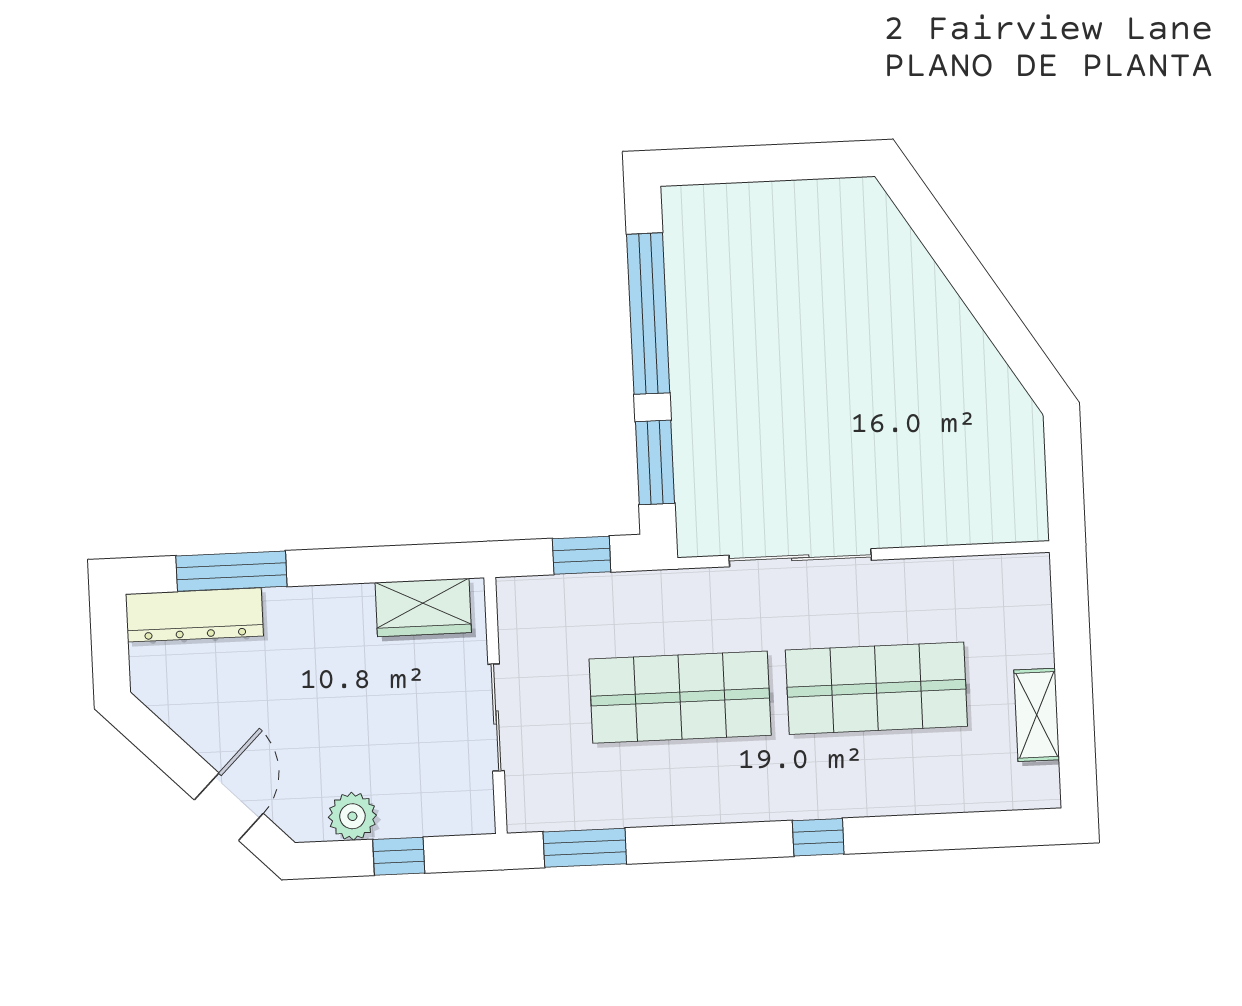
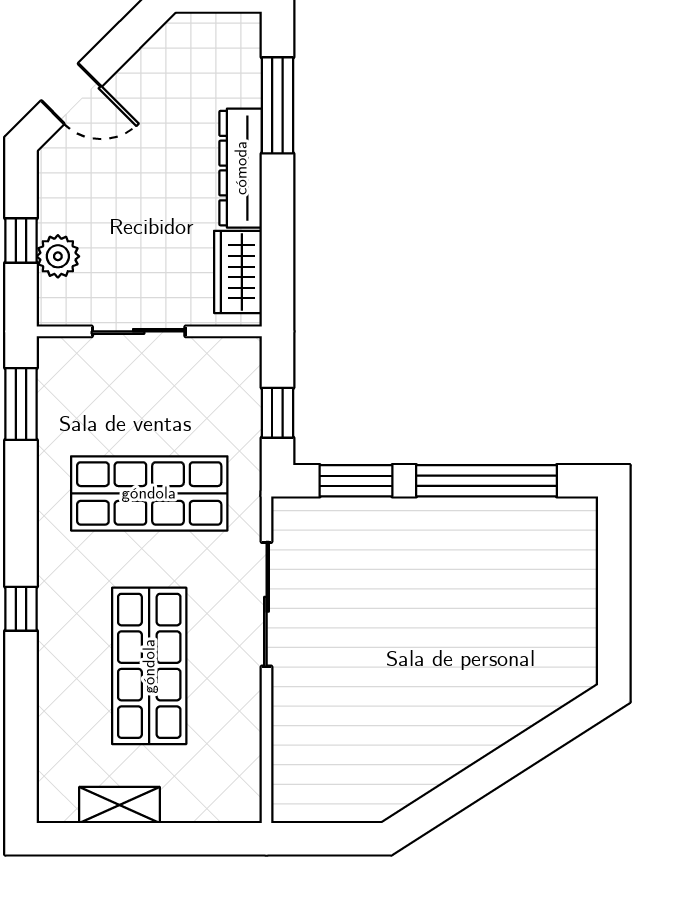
dresser: (194, 615) -> (241, 168), moved
shop shelf: (680, 697) -> (149, 493), turned 90
plant: (352, 816) -> (58, 256), moved

